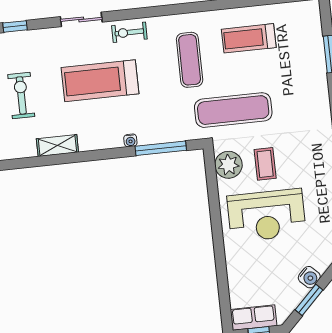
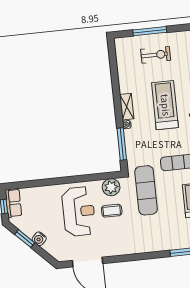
shelving: (57, 145) -> (127, 107), moved
reception desk: (266, 215) -> (79, 211), turned 180

